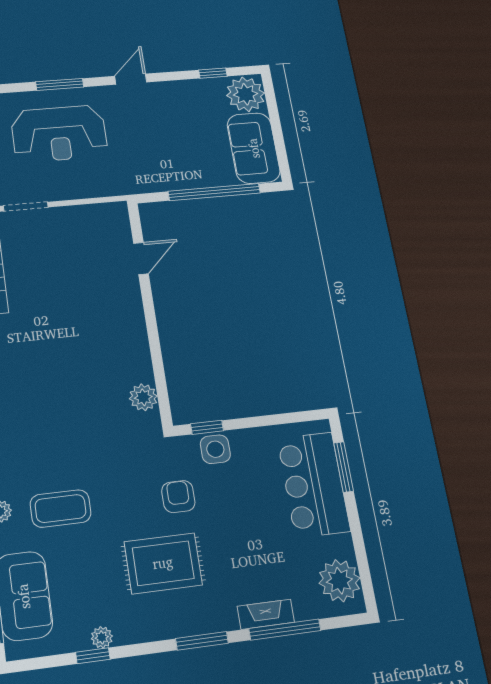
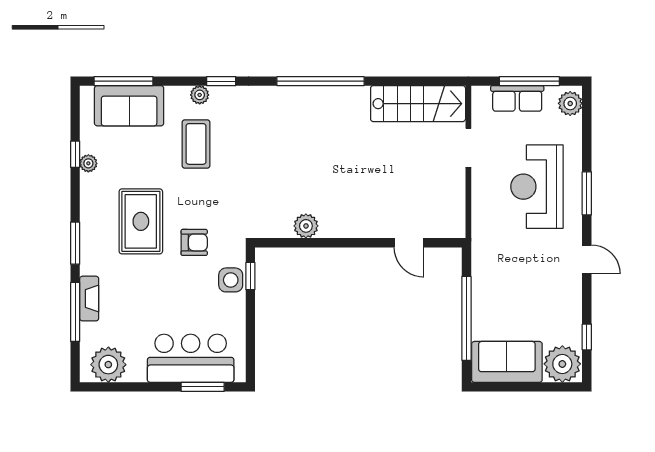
plant: (143, 397) -> (306, 226), moved

